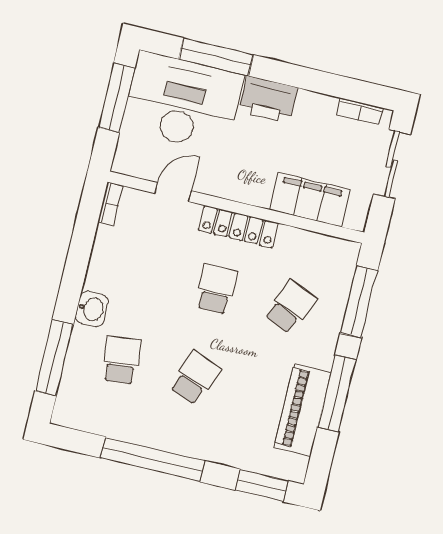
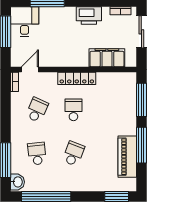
printer: (268, 99) -> (89, 16), moved
desk: (183, 102) -> (25, 22), width x0.53, depth x0.77
door: (173, 192) -> (30, 70), moved
school desk: (290, 307) -> (37, 110), moved
washbasin: (92, 309) -> (17, 182), moved
window: (153, 459) -> (46, 197), moved

